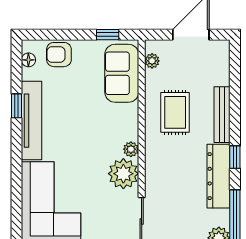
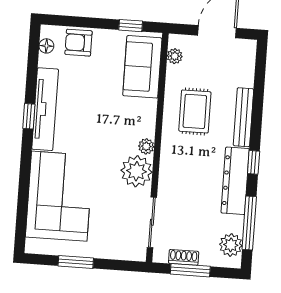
window: (16, 106) -> (29, 116), moved

